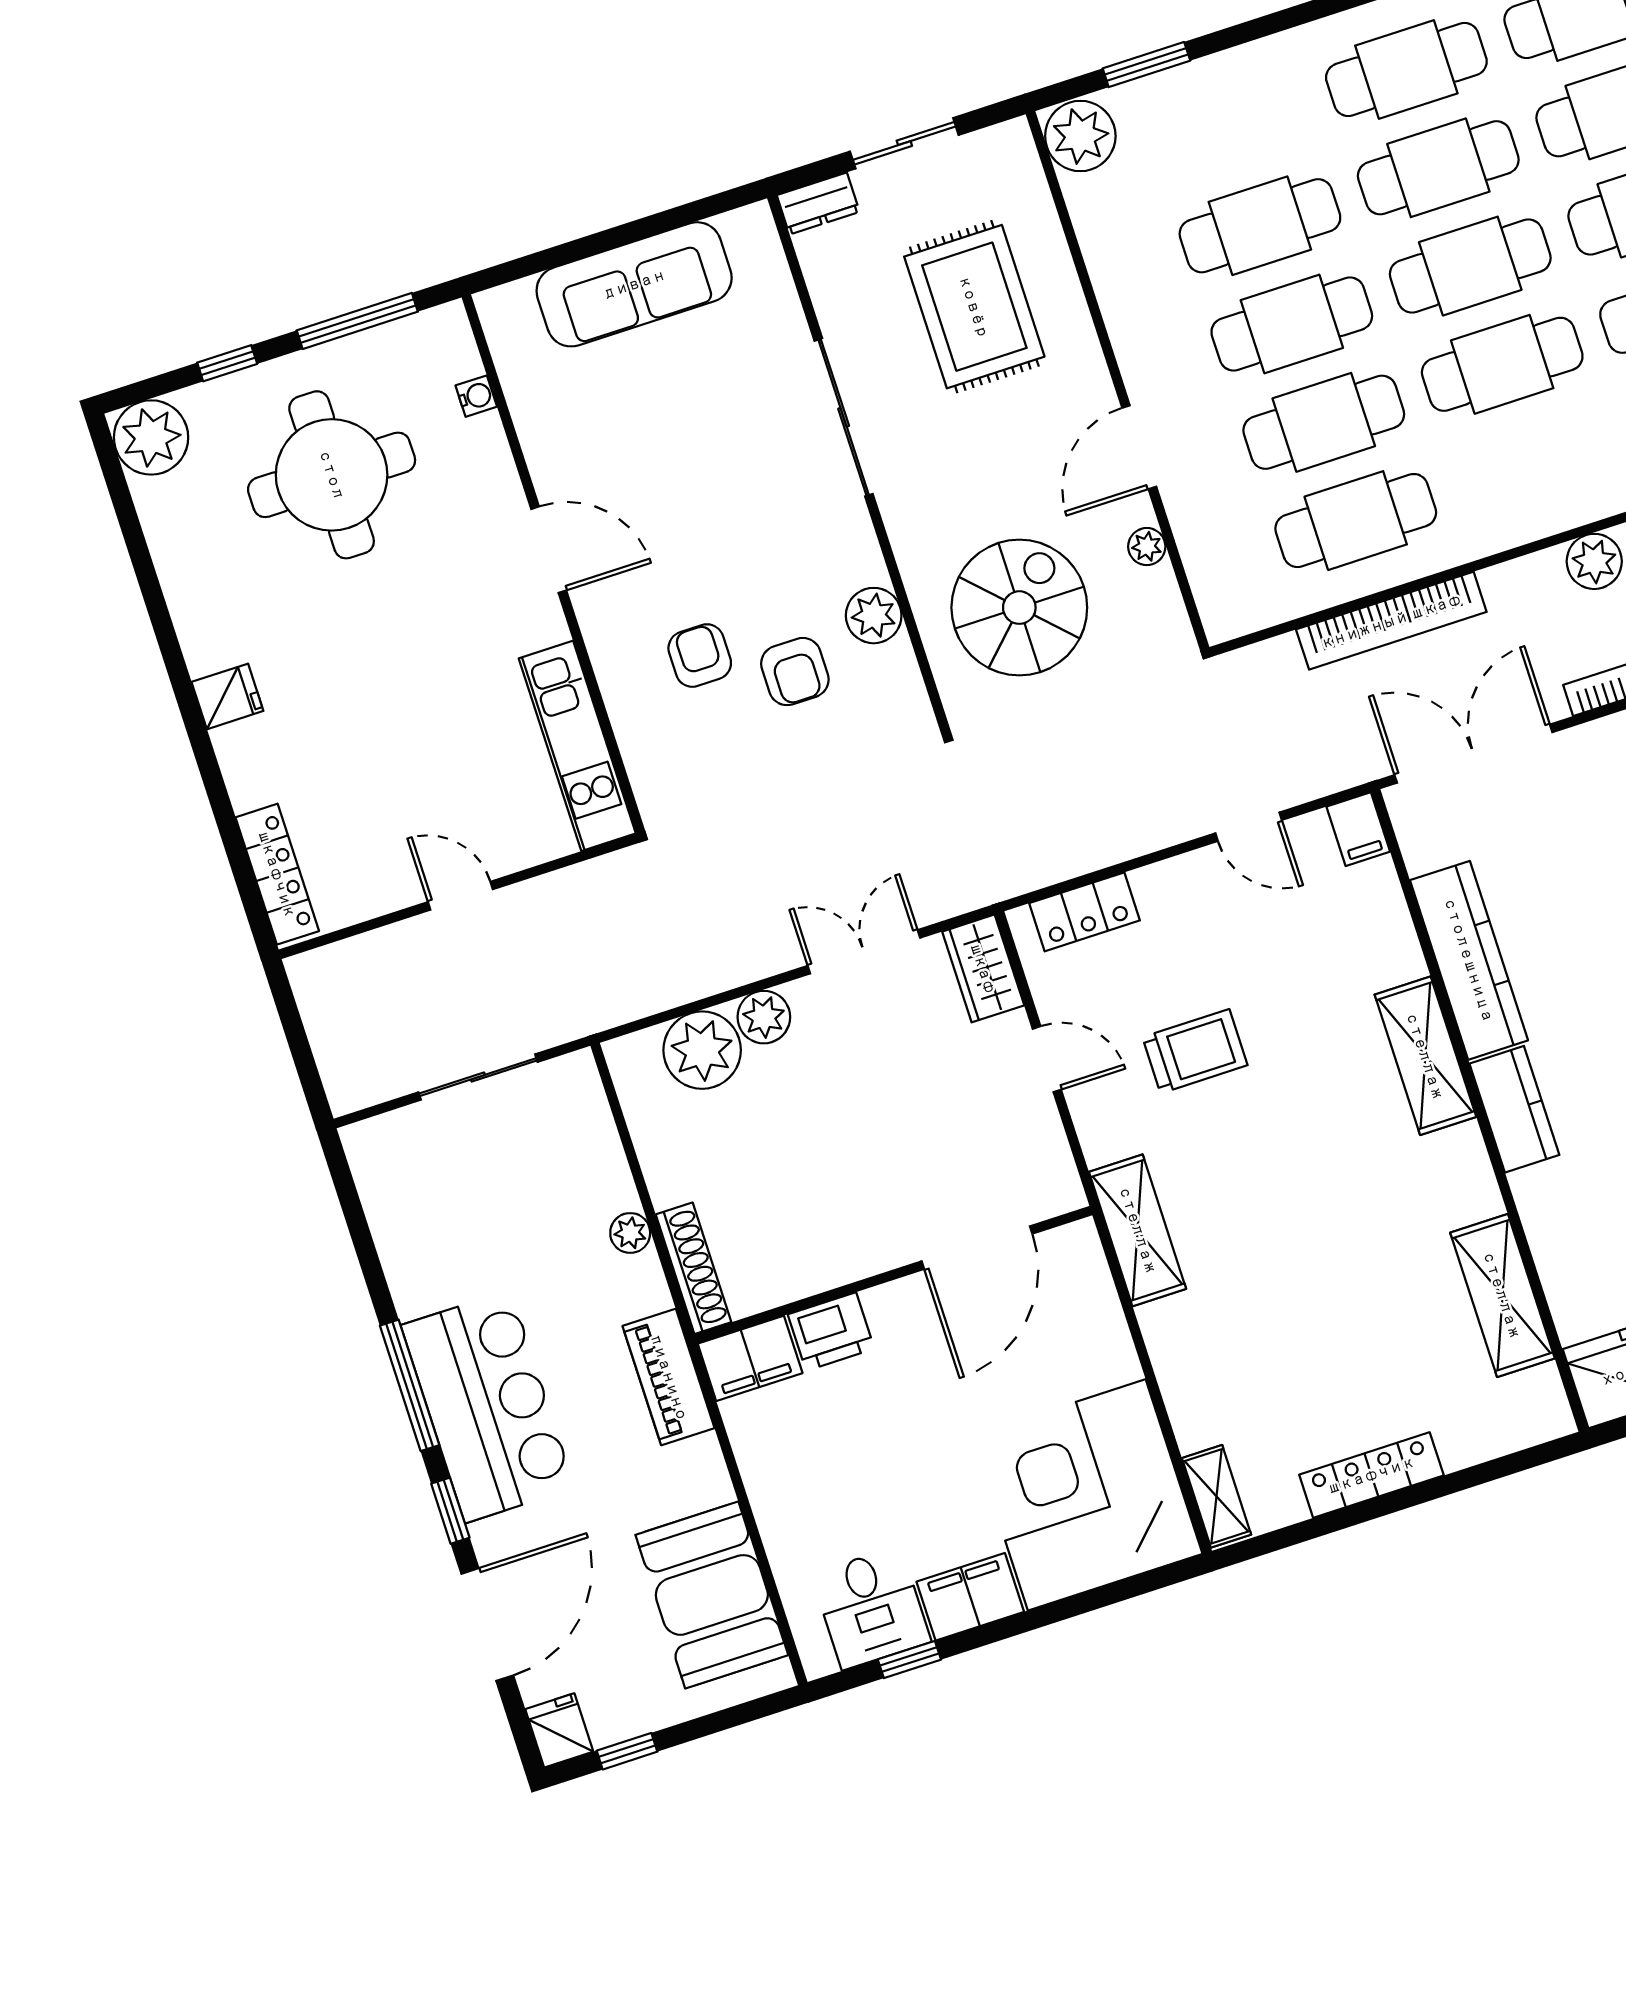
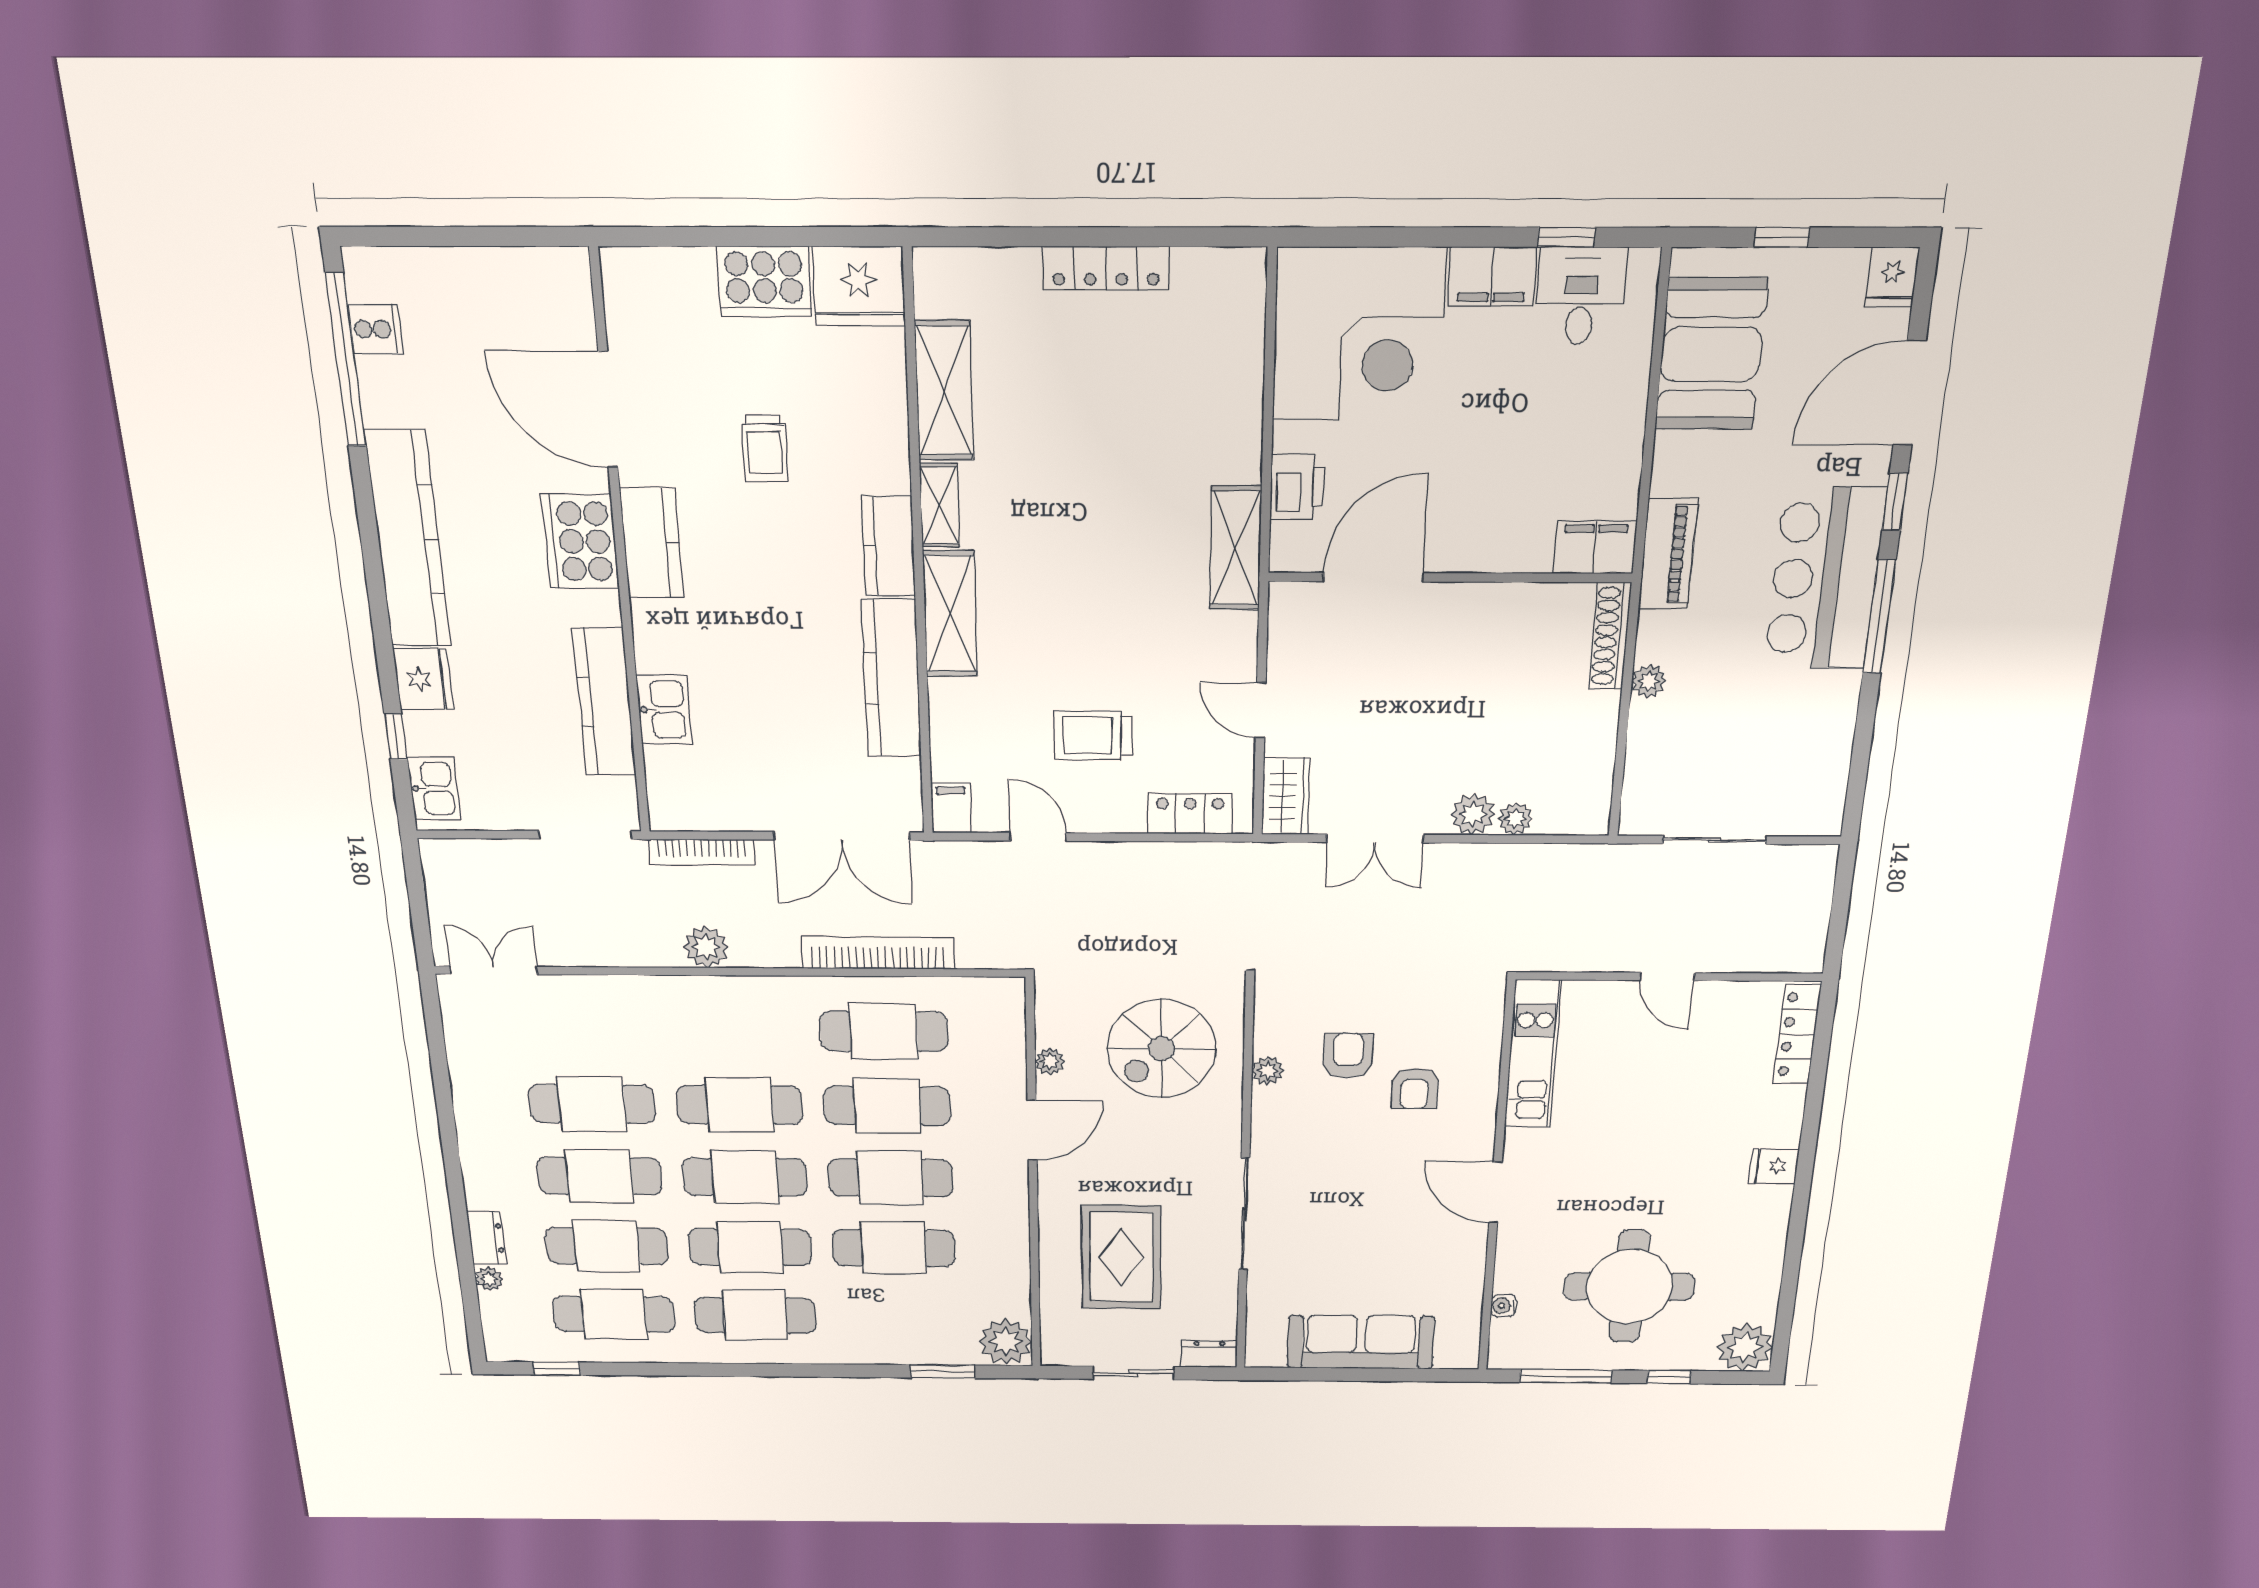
plant: (874, 616) -> (1268, 1071), width x0.73, depth x0.73
plant: (702, 1050) -> (1515, 819), width x0.53, depth x0.53
trolley: (1195, 1051) -> (1093, 736), moved
printer: (831, 1332) -> (1297, 487), moved, turned 90
shelving: (1216, 1496) -> (939, 505), moved
window: (627, 1751) -> (1782, 237), moved

